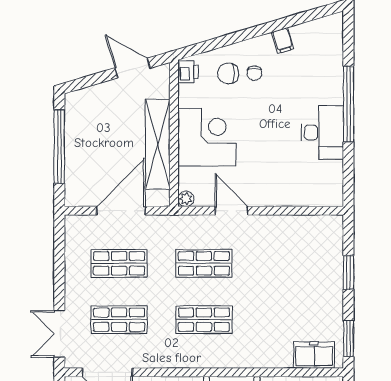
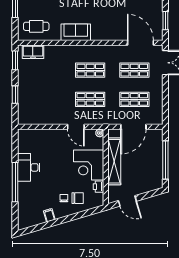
printer: (188, 72) -> (98, 187), moved

